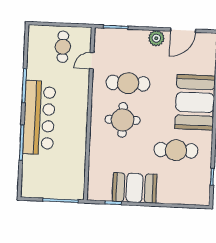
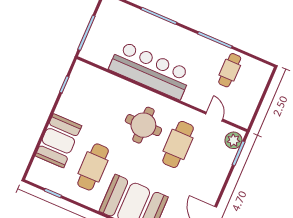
plant: (156, 38) -> (233, 140), moved
cafe table: (63, 47) -> (230, 70), moved, turned 90
bar counter: (39, 118) -> (150, 70), moved, turned 180
booth: (135, 188) -> (58, 141), moved

